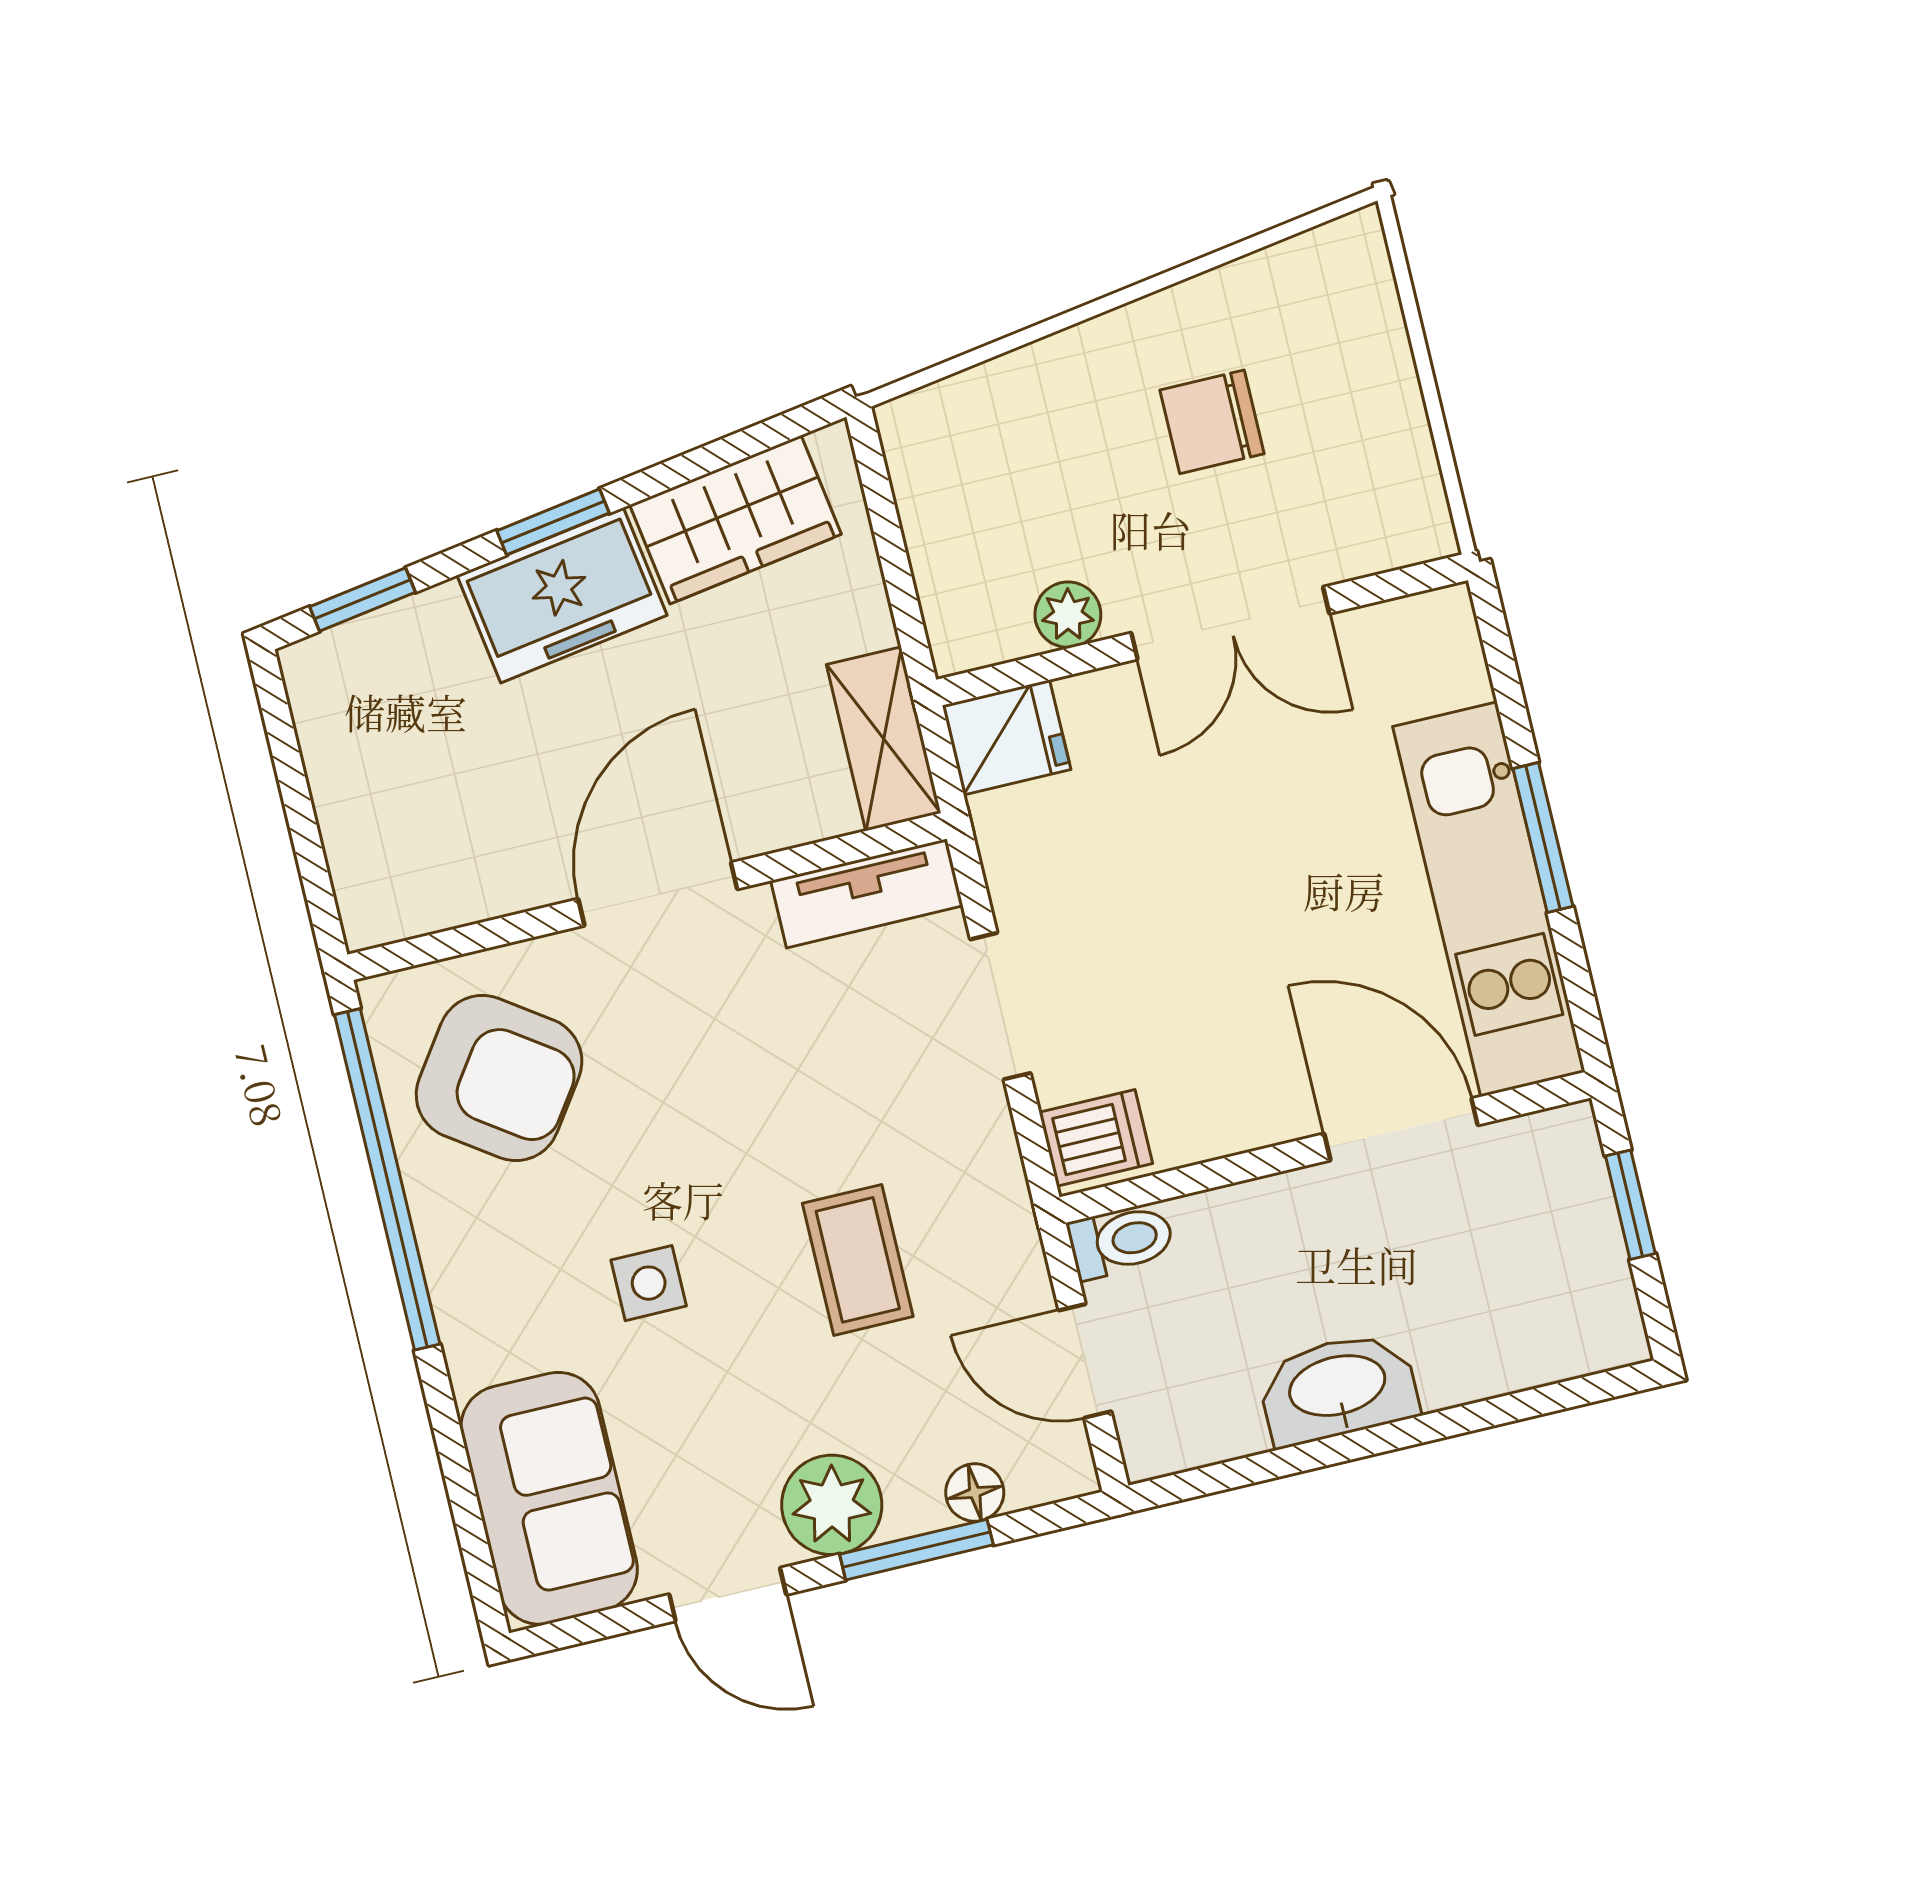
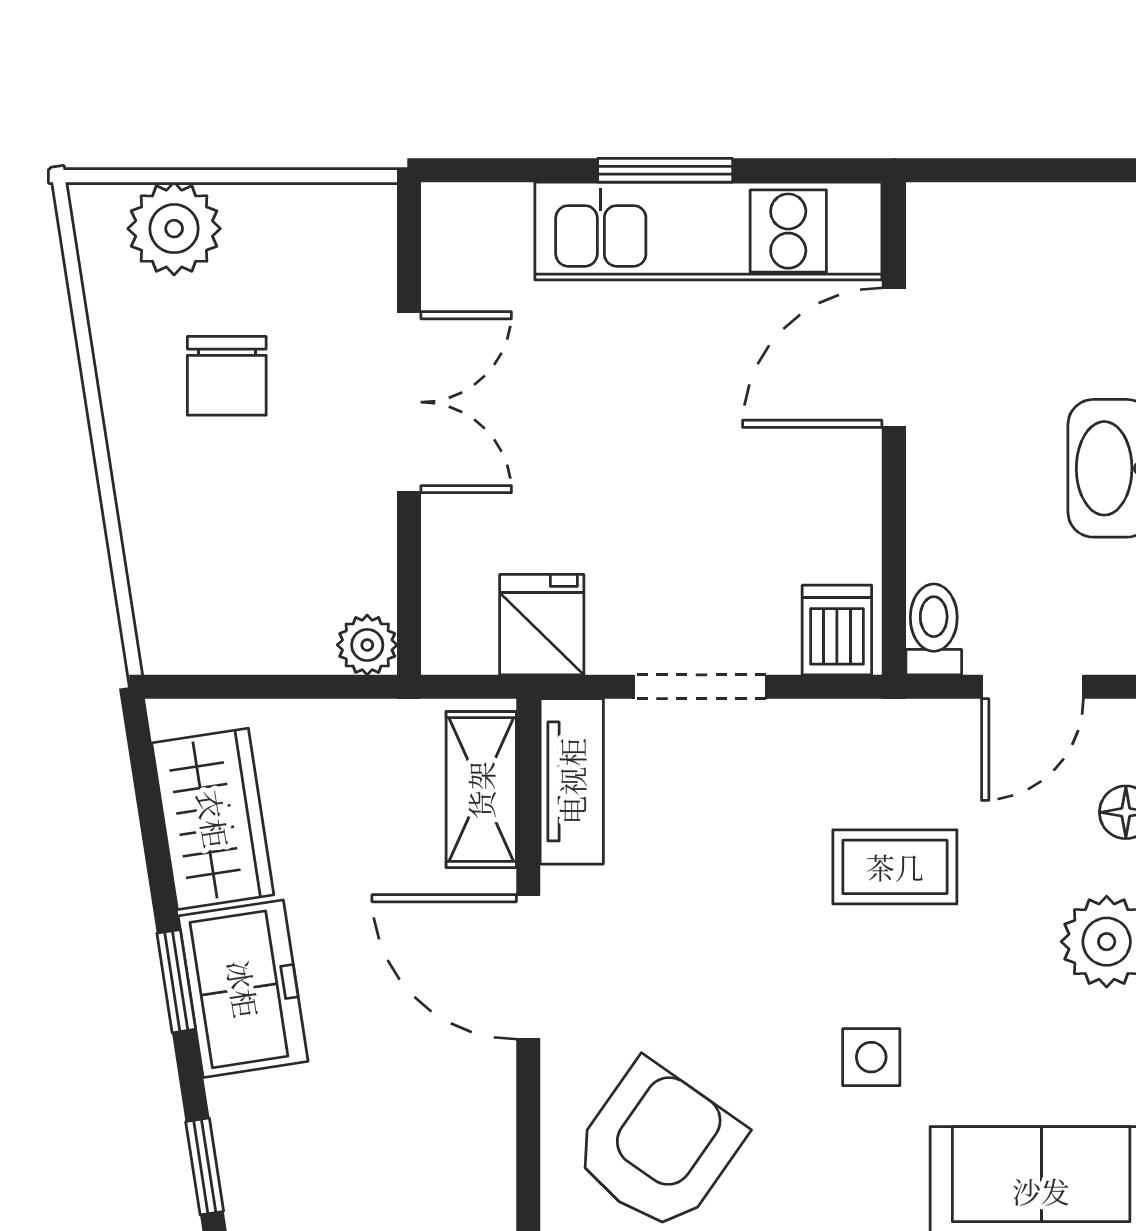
plant: (1356, 328) -> (174, 229), added
plant: (1068, 615) -> (367, 645), moved
fridge: (1006, 737) -> (542, 625), moved
shelving: (884, 739) -> (481, 790), moved, turned 90
window: (1630, 1205) -> (1009, 170), removed

